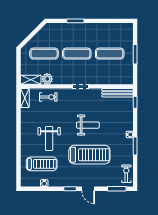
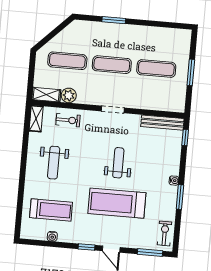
weight bench: (88, 125) -> (118, 163), turned -90
weight bench: (49, 139) -> (54, 163), moved
treadmill: (89, 155) -> (117, 203), turned 180

